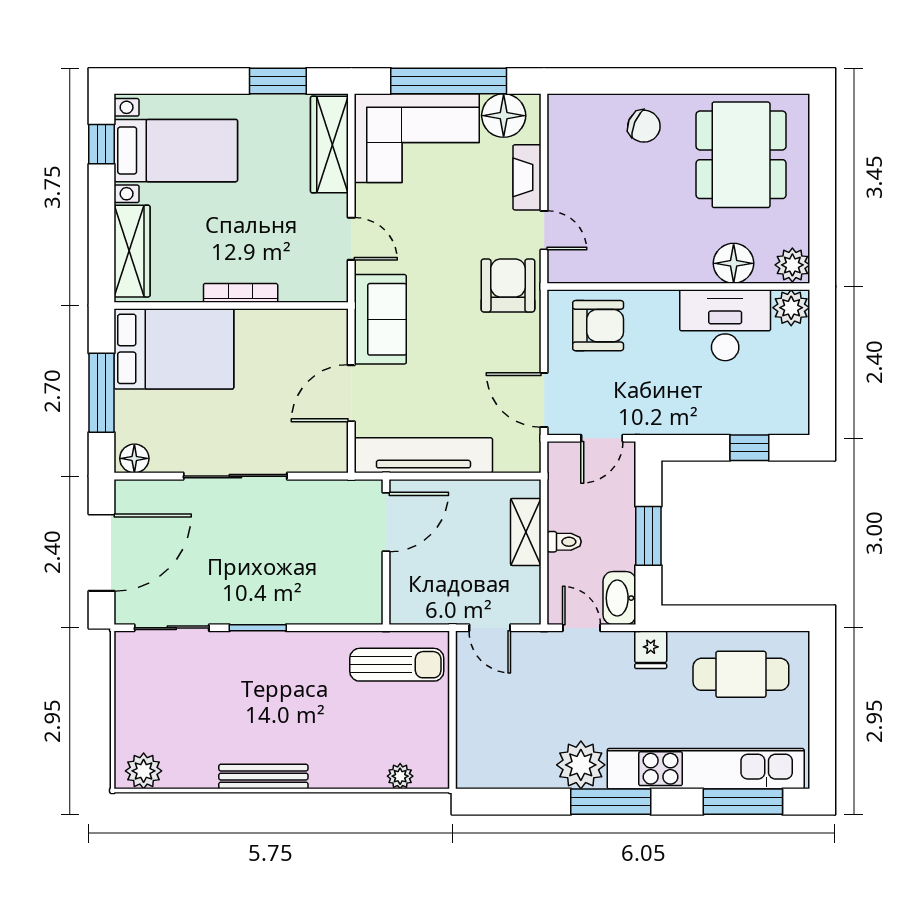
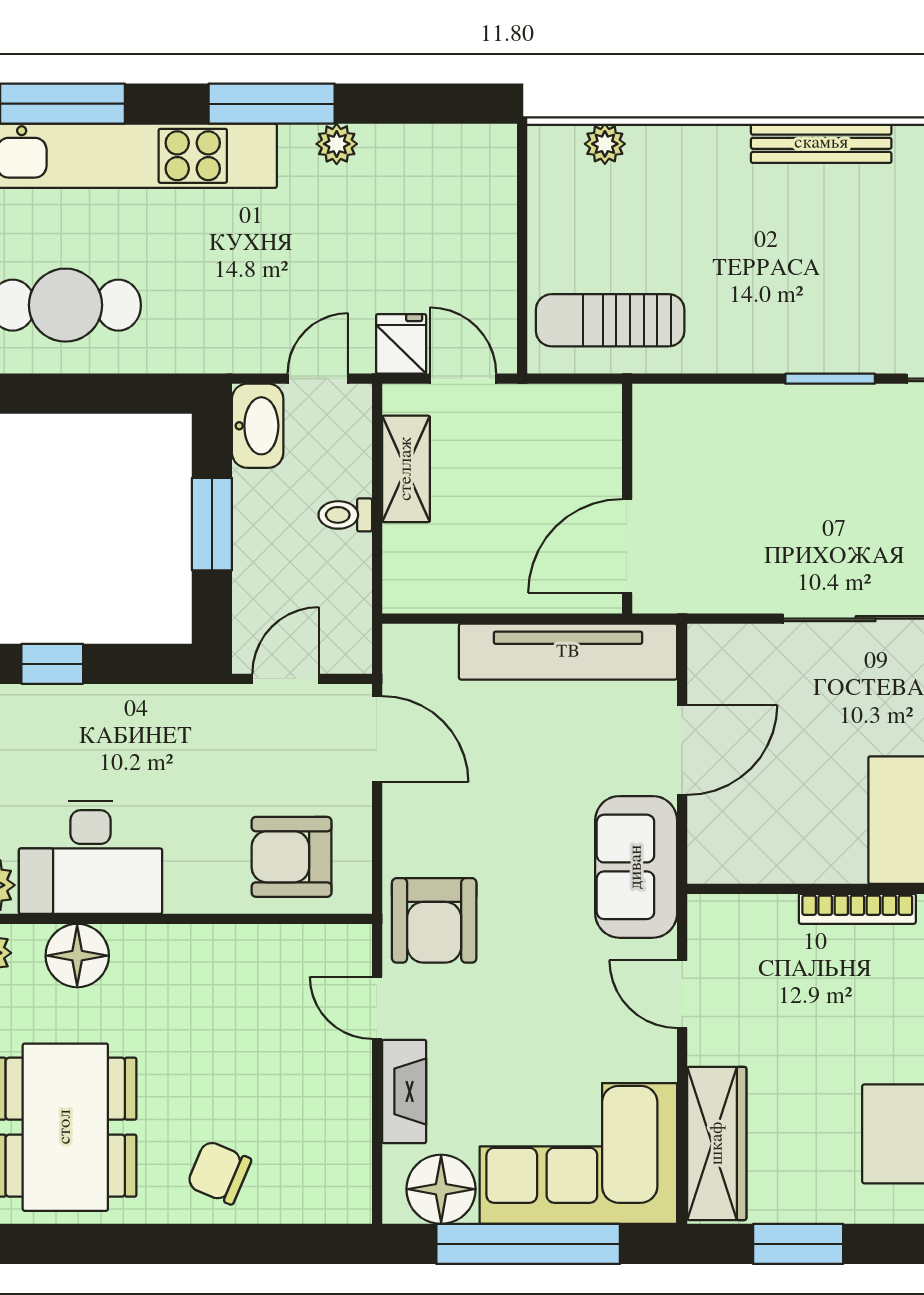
shelving: (526, 532) -> (406, 469), moved
door: (581, 628) -> (318, 379), swing flipped
fridge: (651, 650) -> (401, 344), moved
plant: (581, 765) -> (337, 144), width x0.53, depth x0.53

